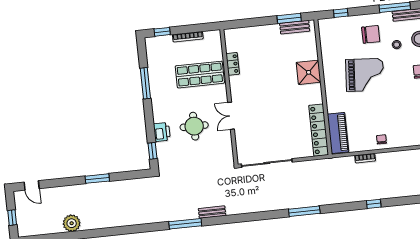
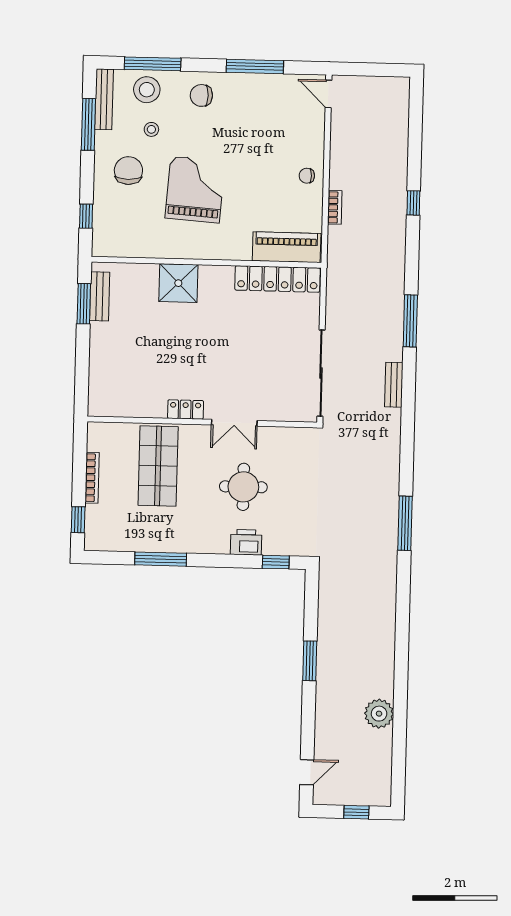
locker: (233, 64) -> (186, 409), moved
bench: (212, 212) -> (394, 385), moved

